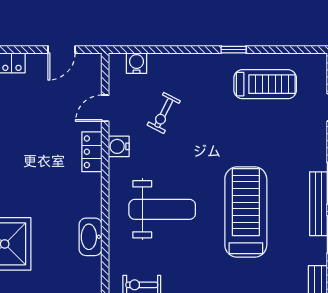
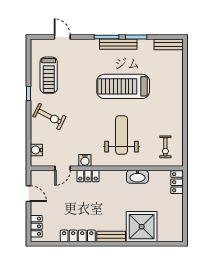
treadmill: (265, 84) -> (49, 75), turned 180
door: (105, 108) -> (63, 168), hinge flipped
exercise bike: (164, 113) -> (49, 116), moved, width x1.38, depth x1.39

